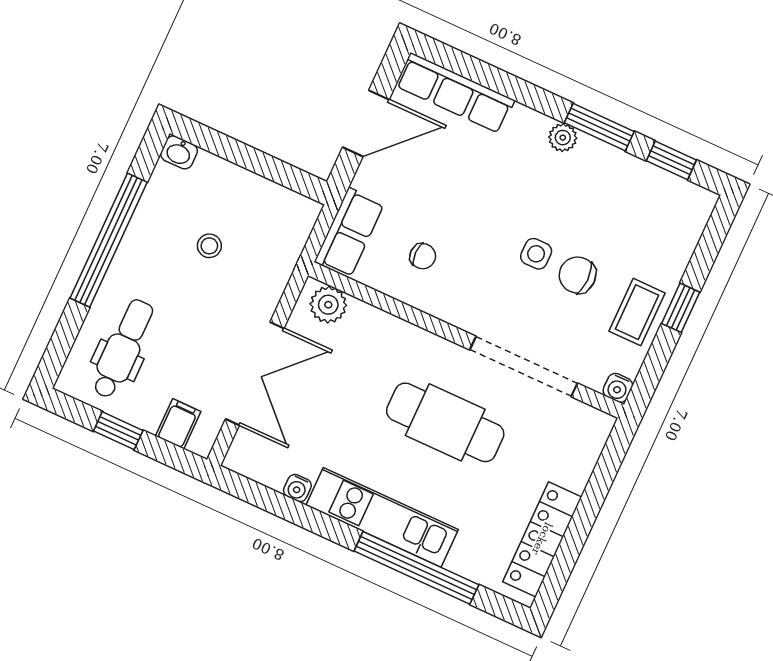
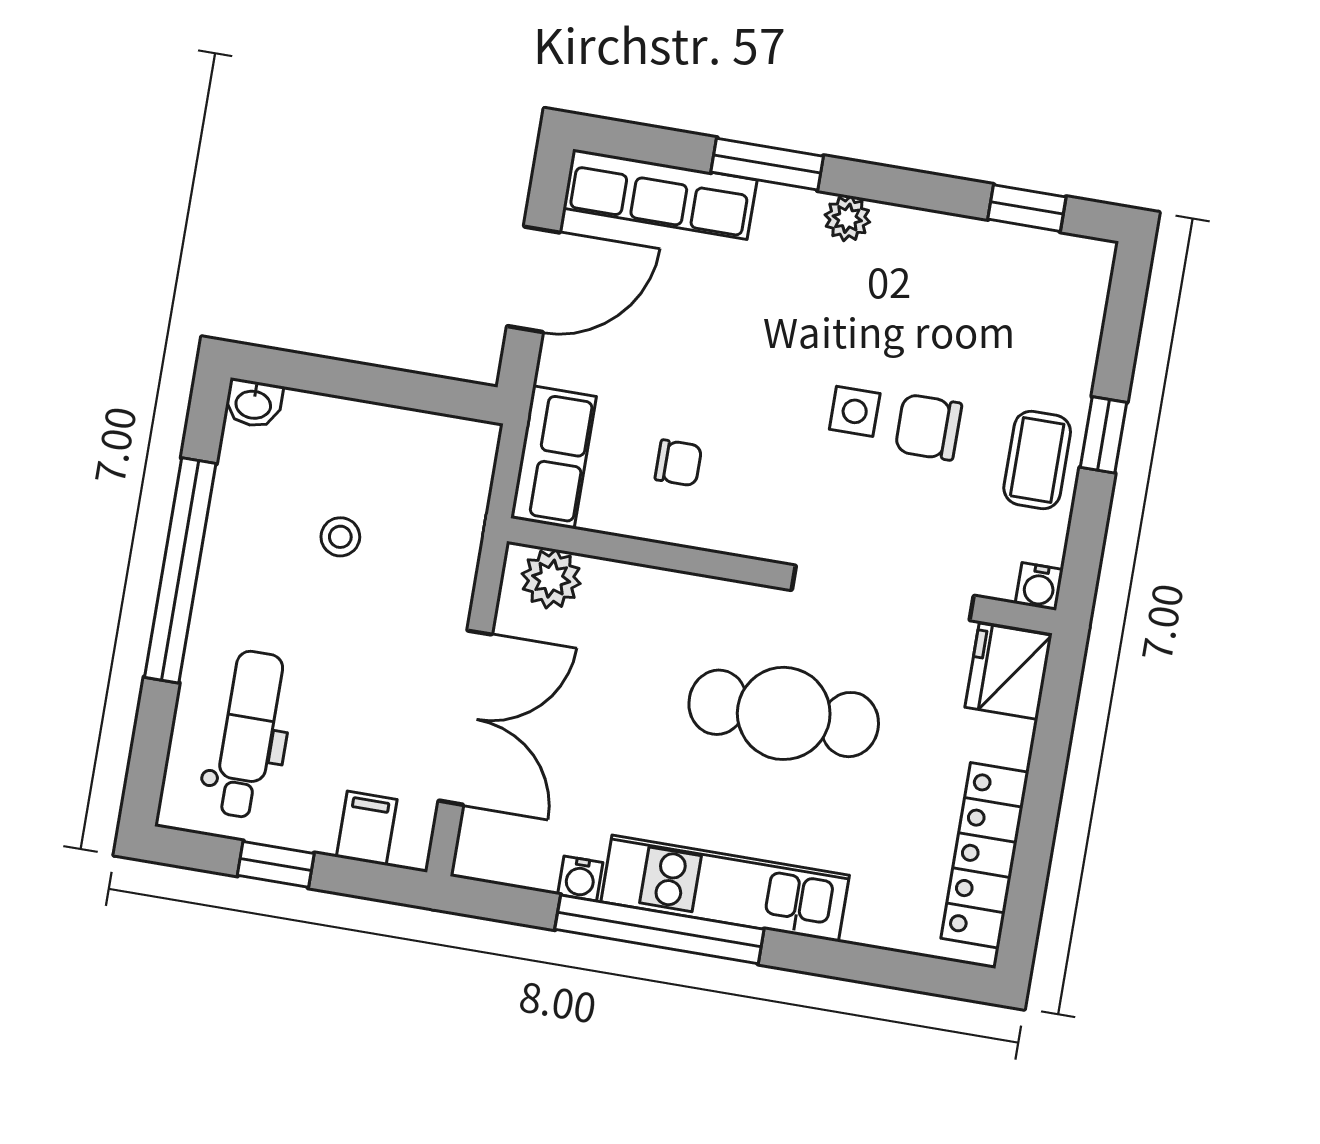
window: (599, 127) -> (767, 164), moved
fridge: (586, 433) -> (1009, 671), added
window: (416, 568) -> (659, 929), moved

